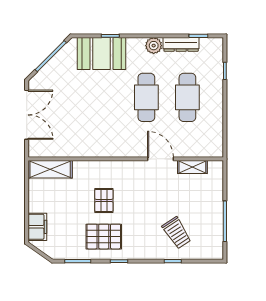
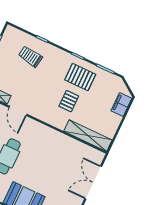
shelving: (50, 169) -> (88, 136), width x1.47
trolley: (177, 233) -> (30, 57), turned -48

